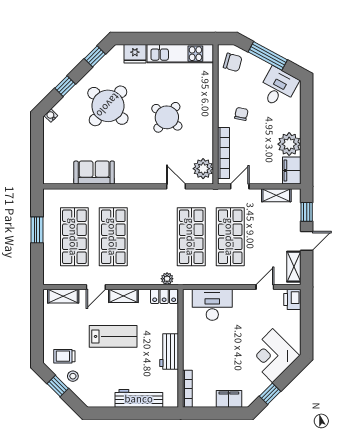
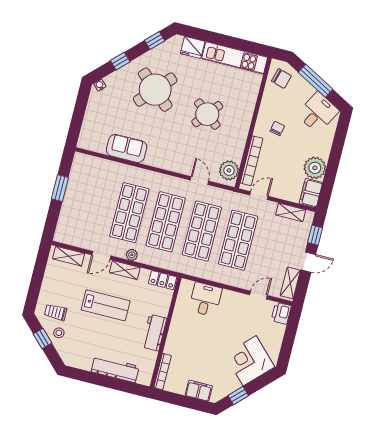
shop shelf: (74, 237) -> (166, 222), moved
plant: (167, 279) -> (132, 255), moved
desk: (212, 305) -> (205, 299), width x0.73

